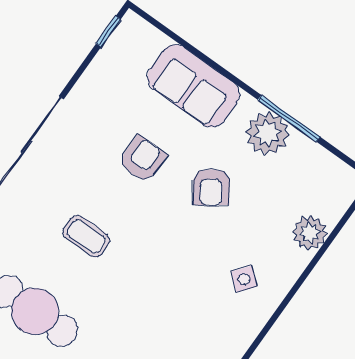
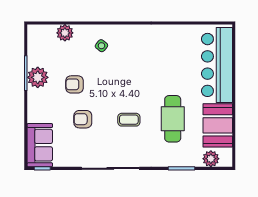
sofa: (193, 86) -> (40, 145), moved
armchair: (211, 187) -> (75, 84), turned -145
coffee table: (86, 236) -> (129, 120), turned 90

